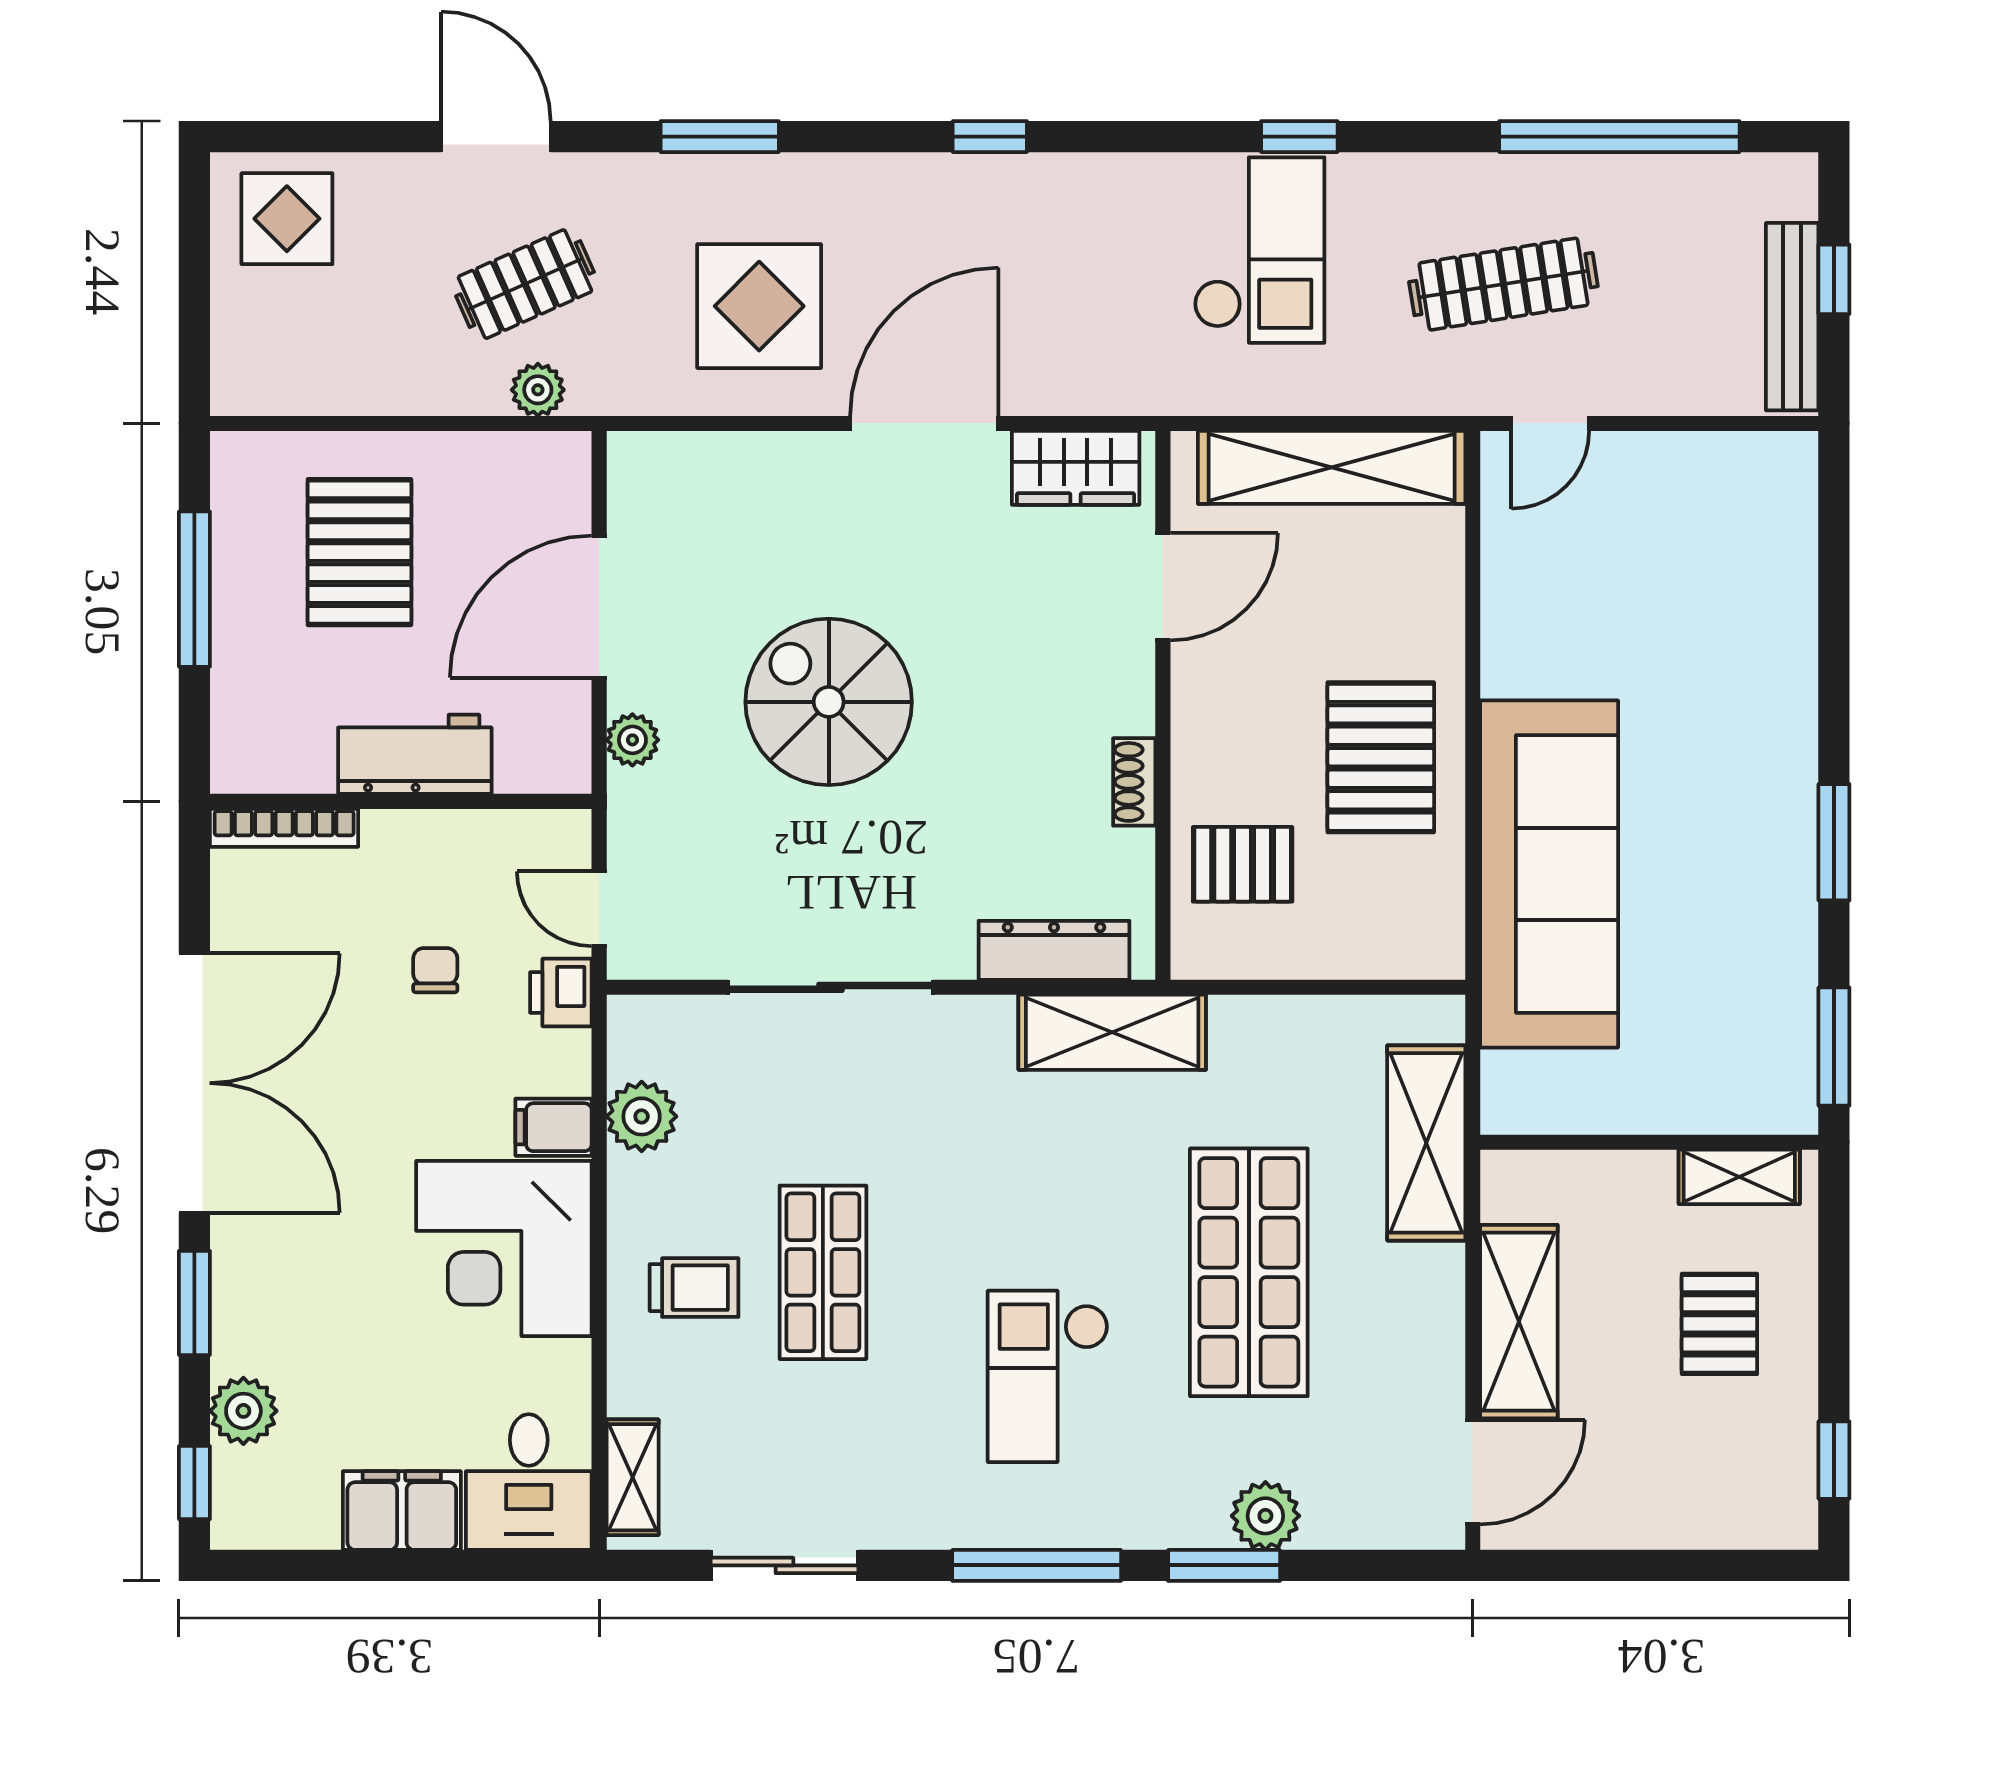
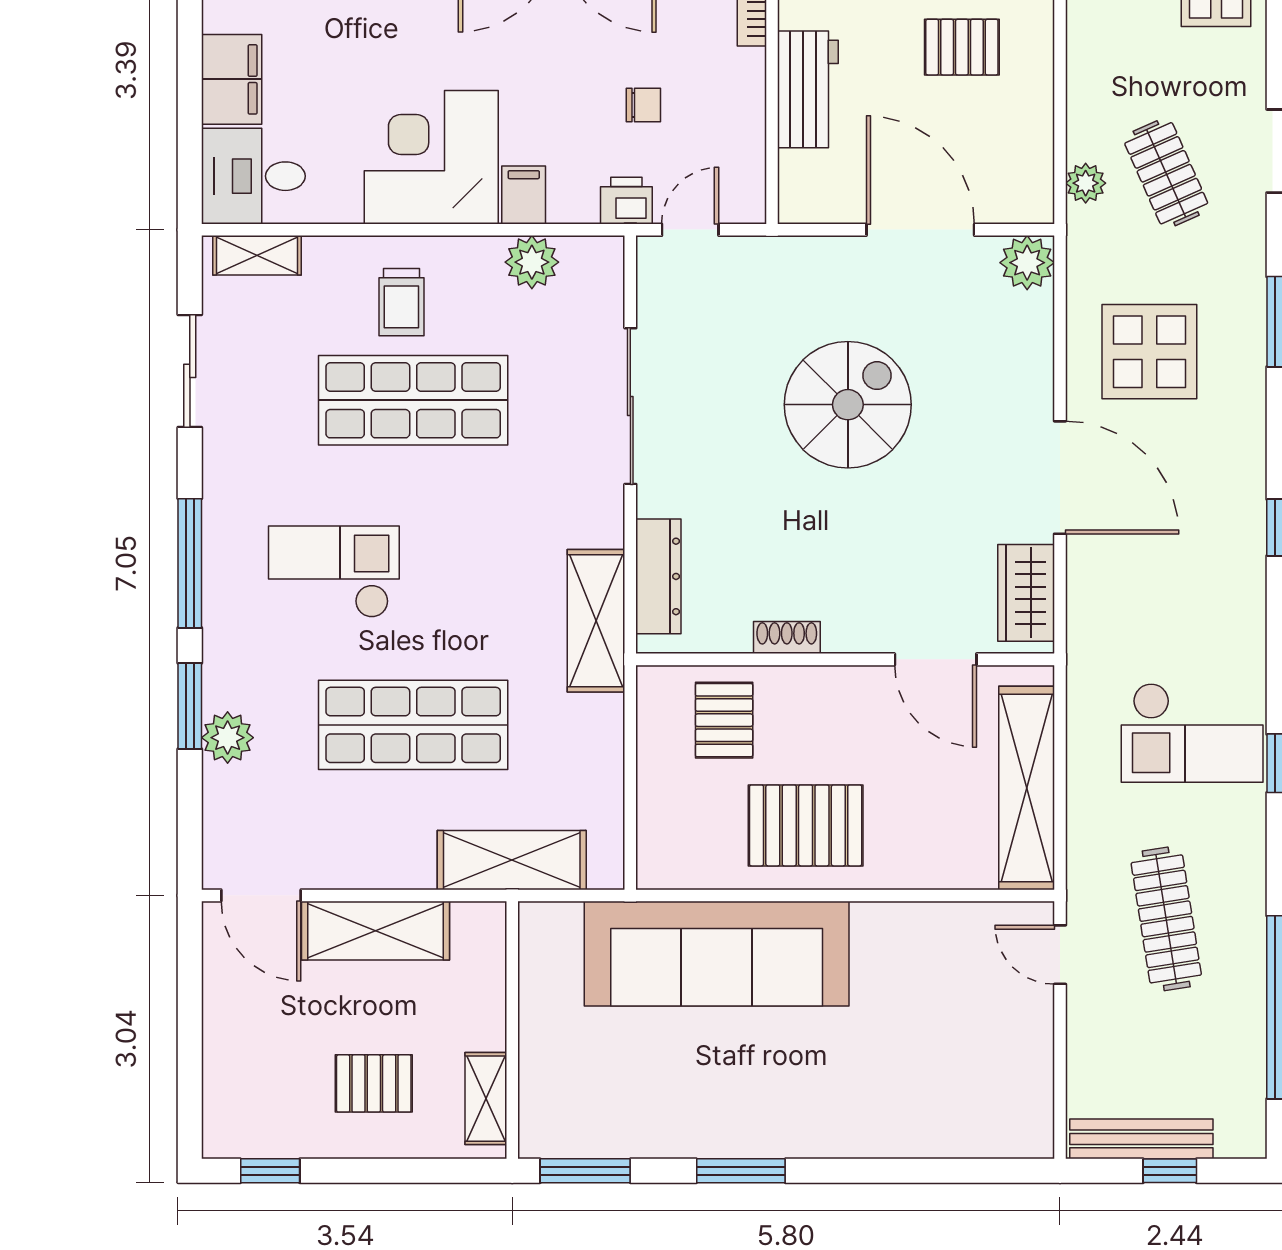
pallet: (359, 552) -> (962, 47), width x0.67, depth x0.71
plant: (632, 740) -> (1027, 263), moved, width x1.38, depth x1.38
shop shelf: (823, 1272) -> (413, 400), width x1.43, depth x1.36

